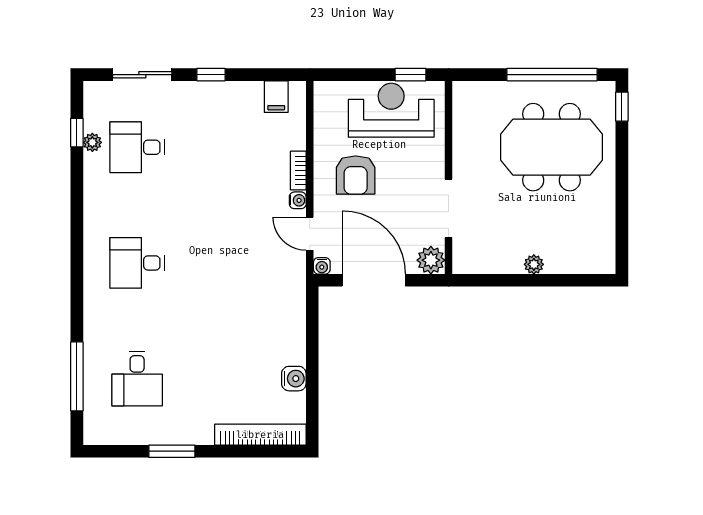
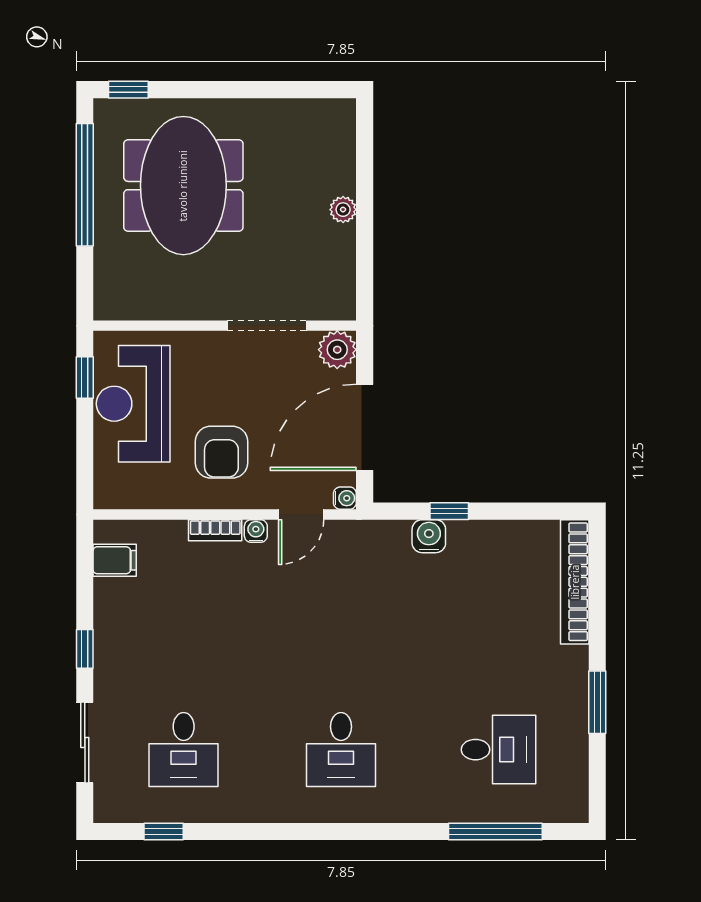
plant: (92, 142) -> (177, 810), removed
armchair: (356, 175) -> (221, 452), turned 90
window: (312, 342) -> (449, 511), added
water cooler: (294, 379) -> (429, 536), moved

